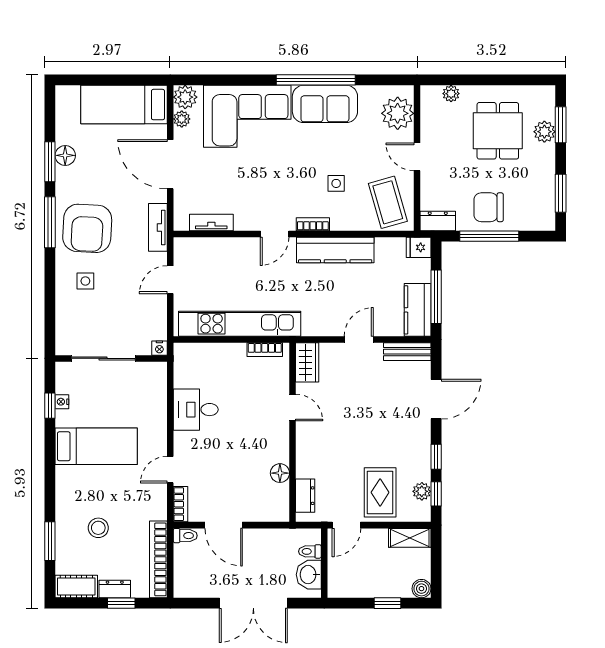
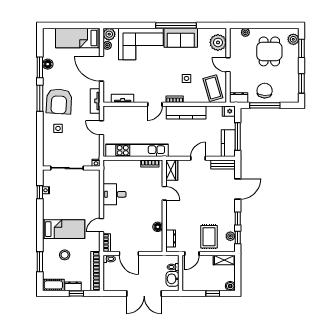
plant: (544, 132) -> (293, 39), moved
chair: (489, 207) -> (265, 91), turned 94
door: (170, 280) -> (101, 128), hinge flipped
bed: (96, 446) -> (64, 229), moved

